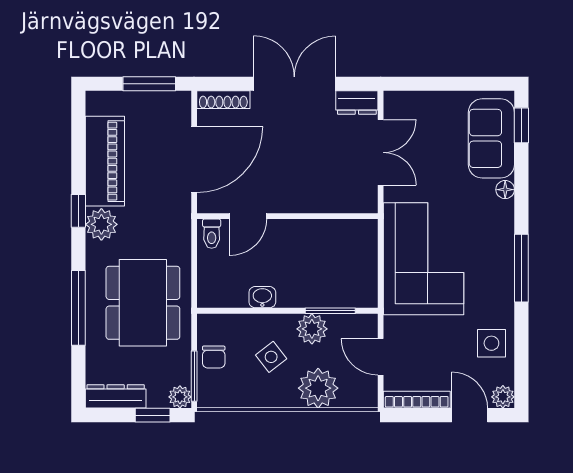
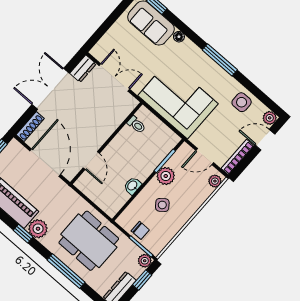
toilet: (212, 234) -> (136, 125), moved
plant: (318, 388) -> (215, 181), moved, width x0.53, depth x0.53

